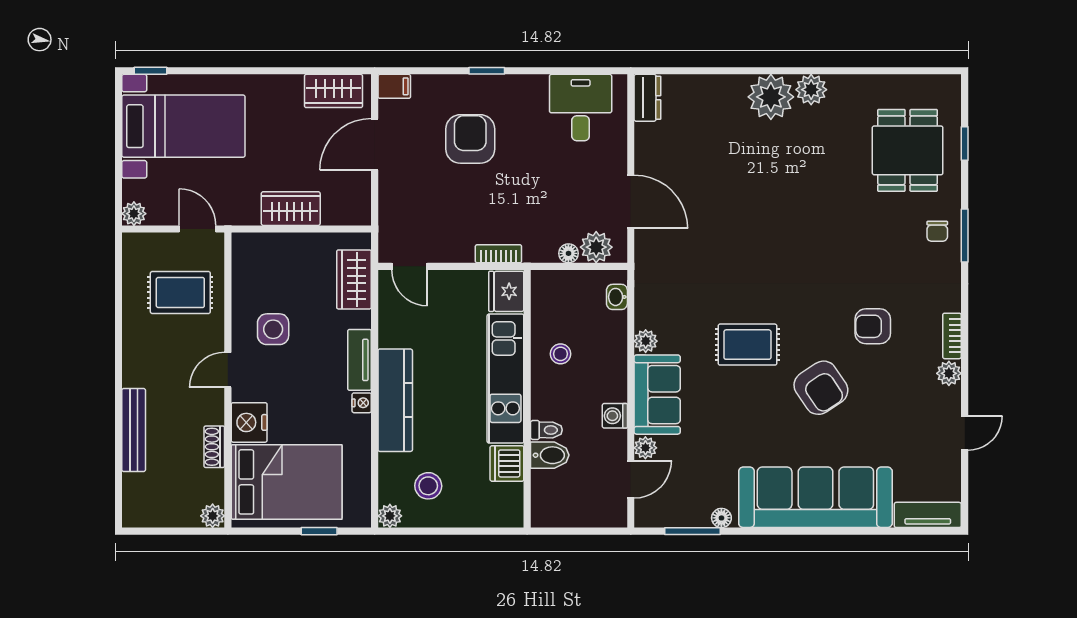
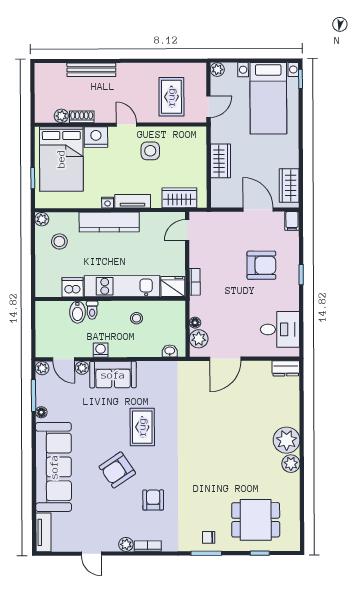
plant: (646, 341) -> (42, 368), moved
plant: (213, 516) -> (61, 116), moved

